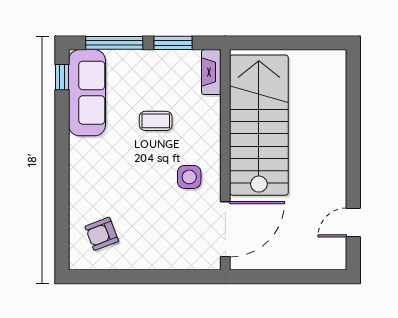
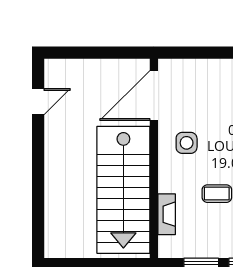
fireplace: (211, 72) -> (167, 214), moved

